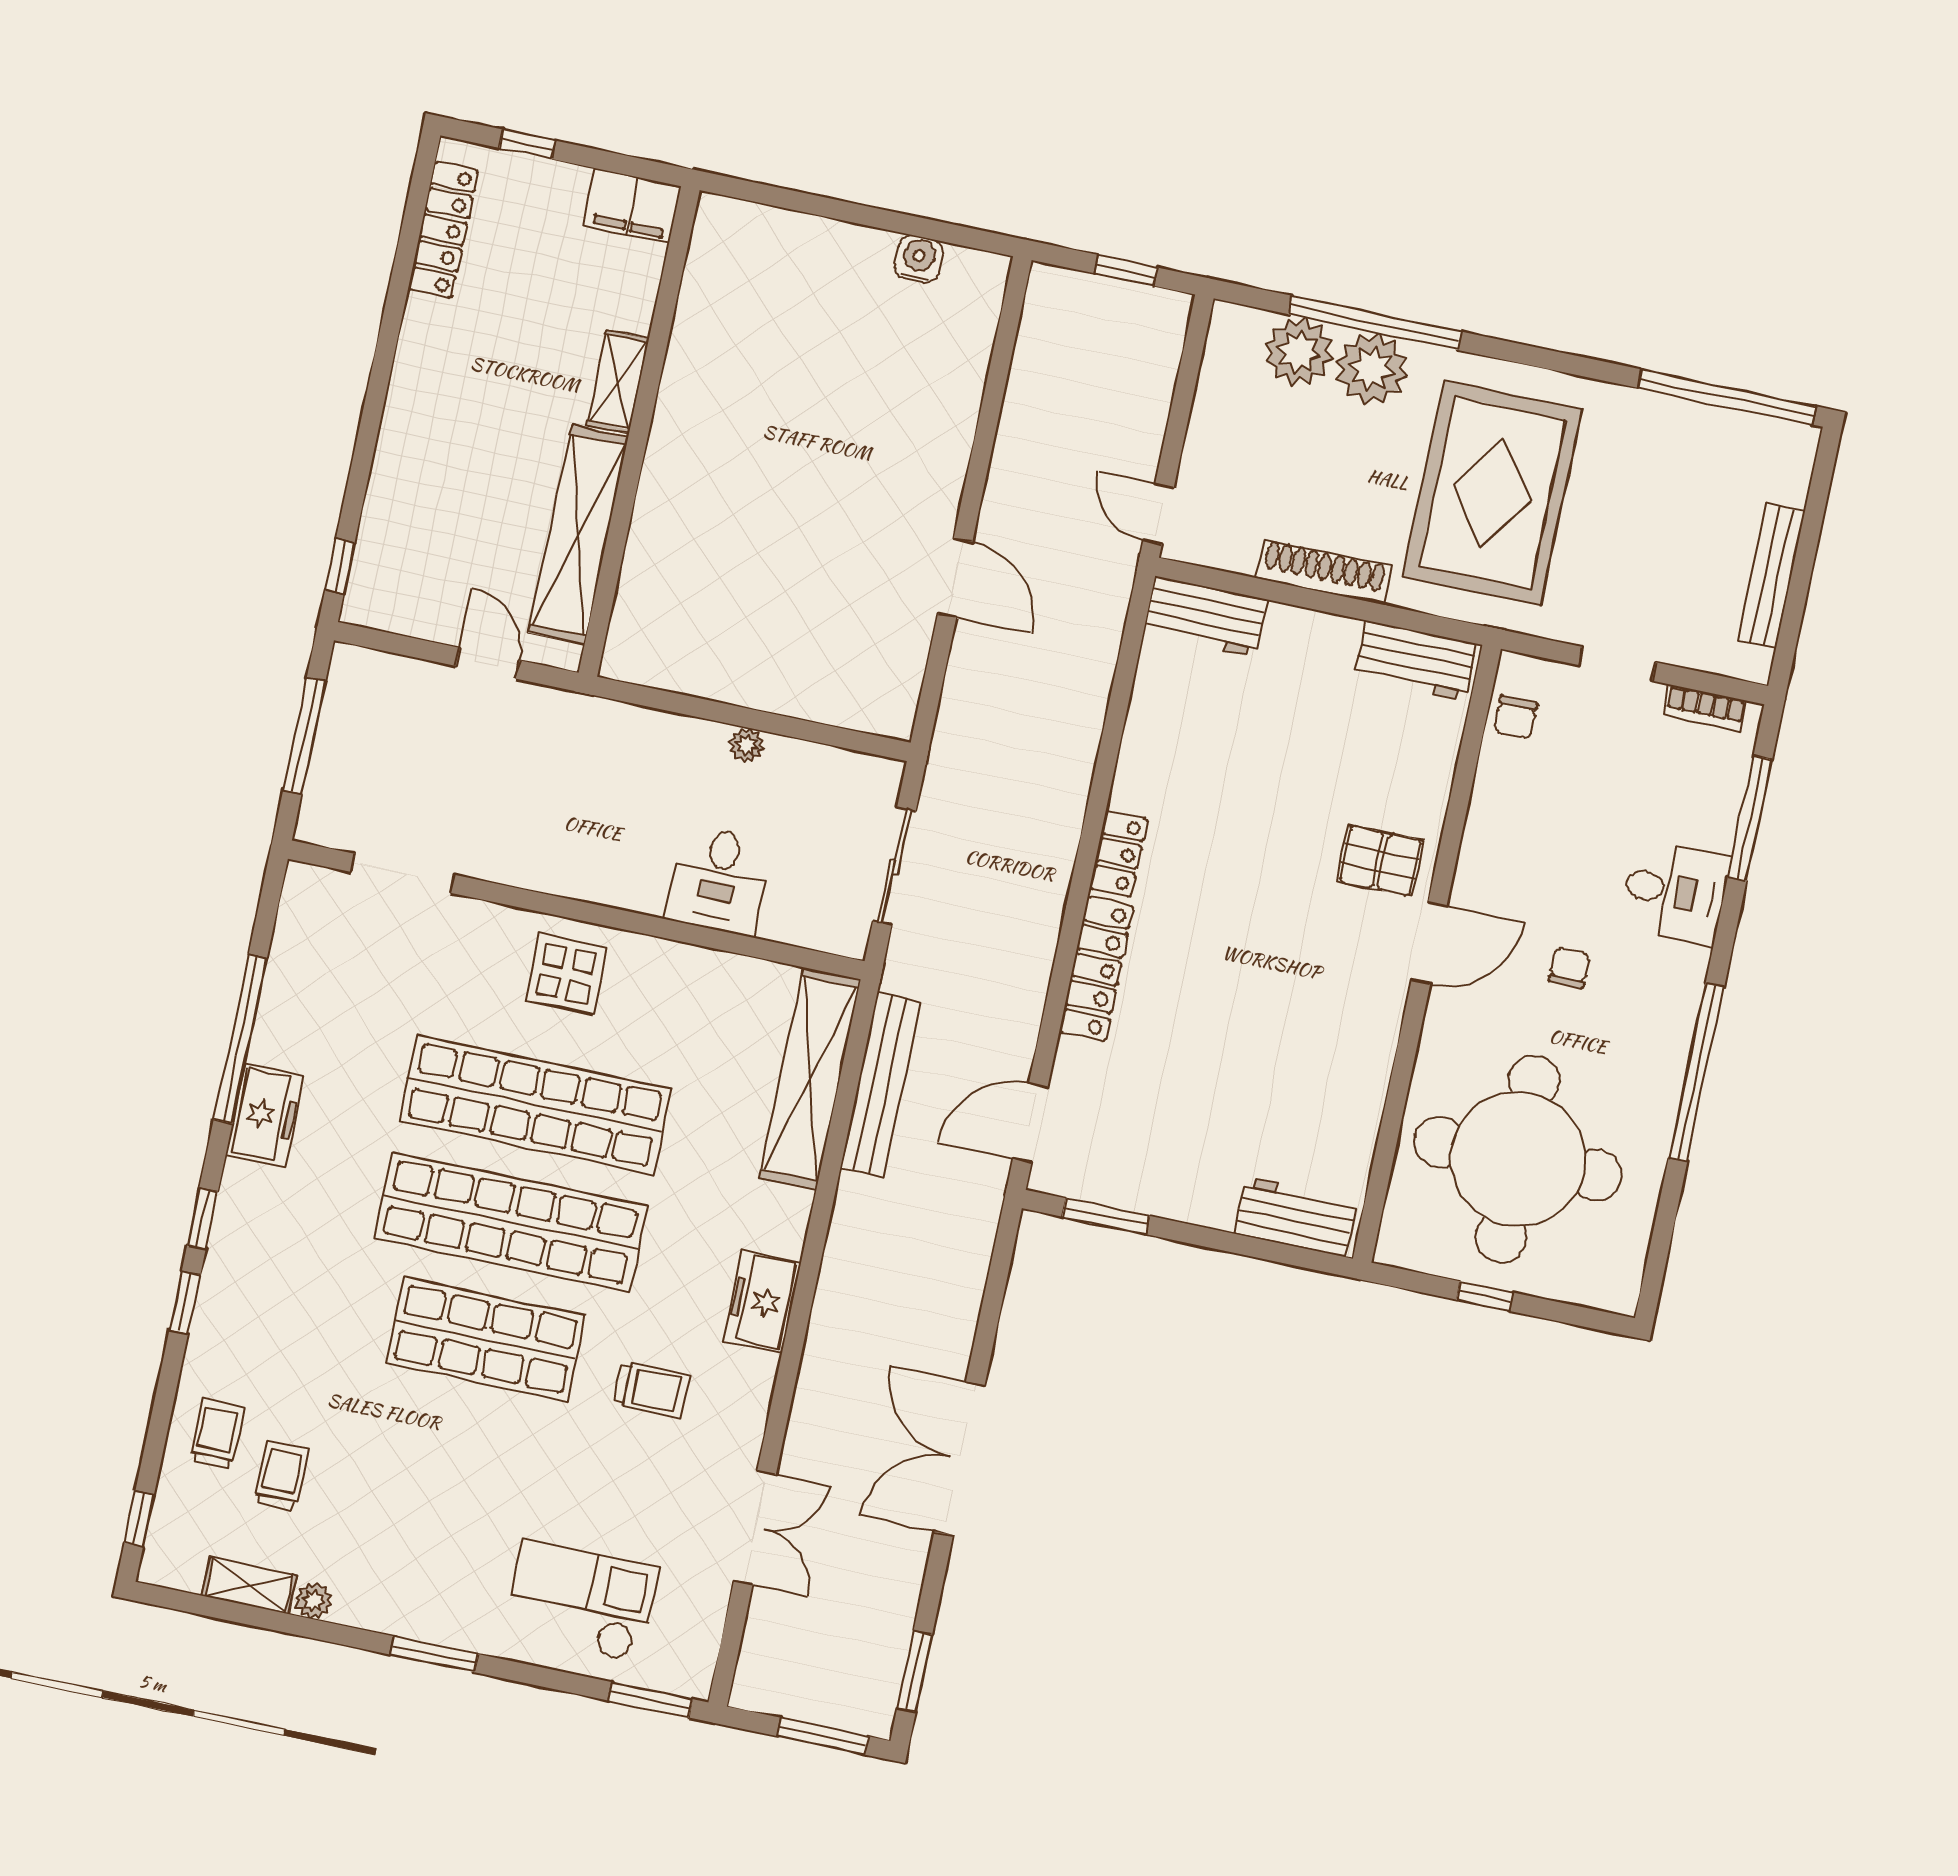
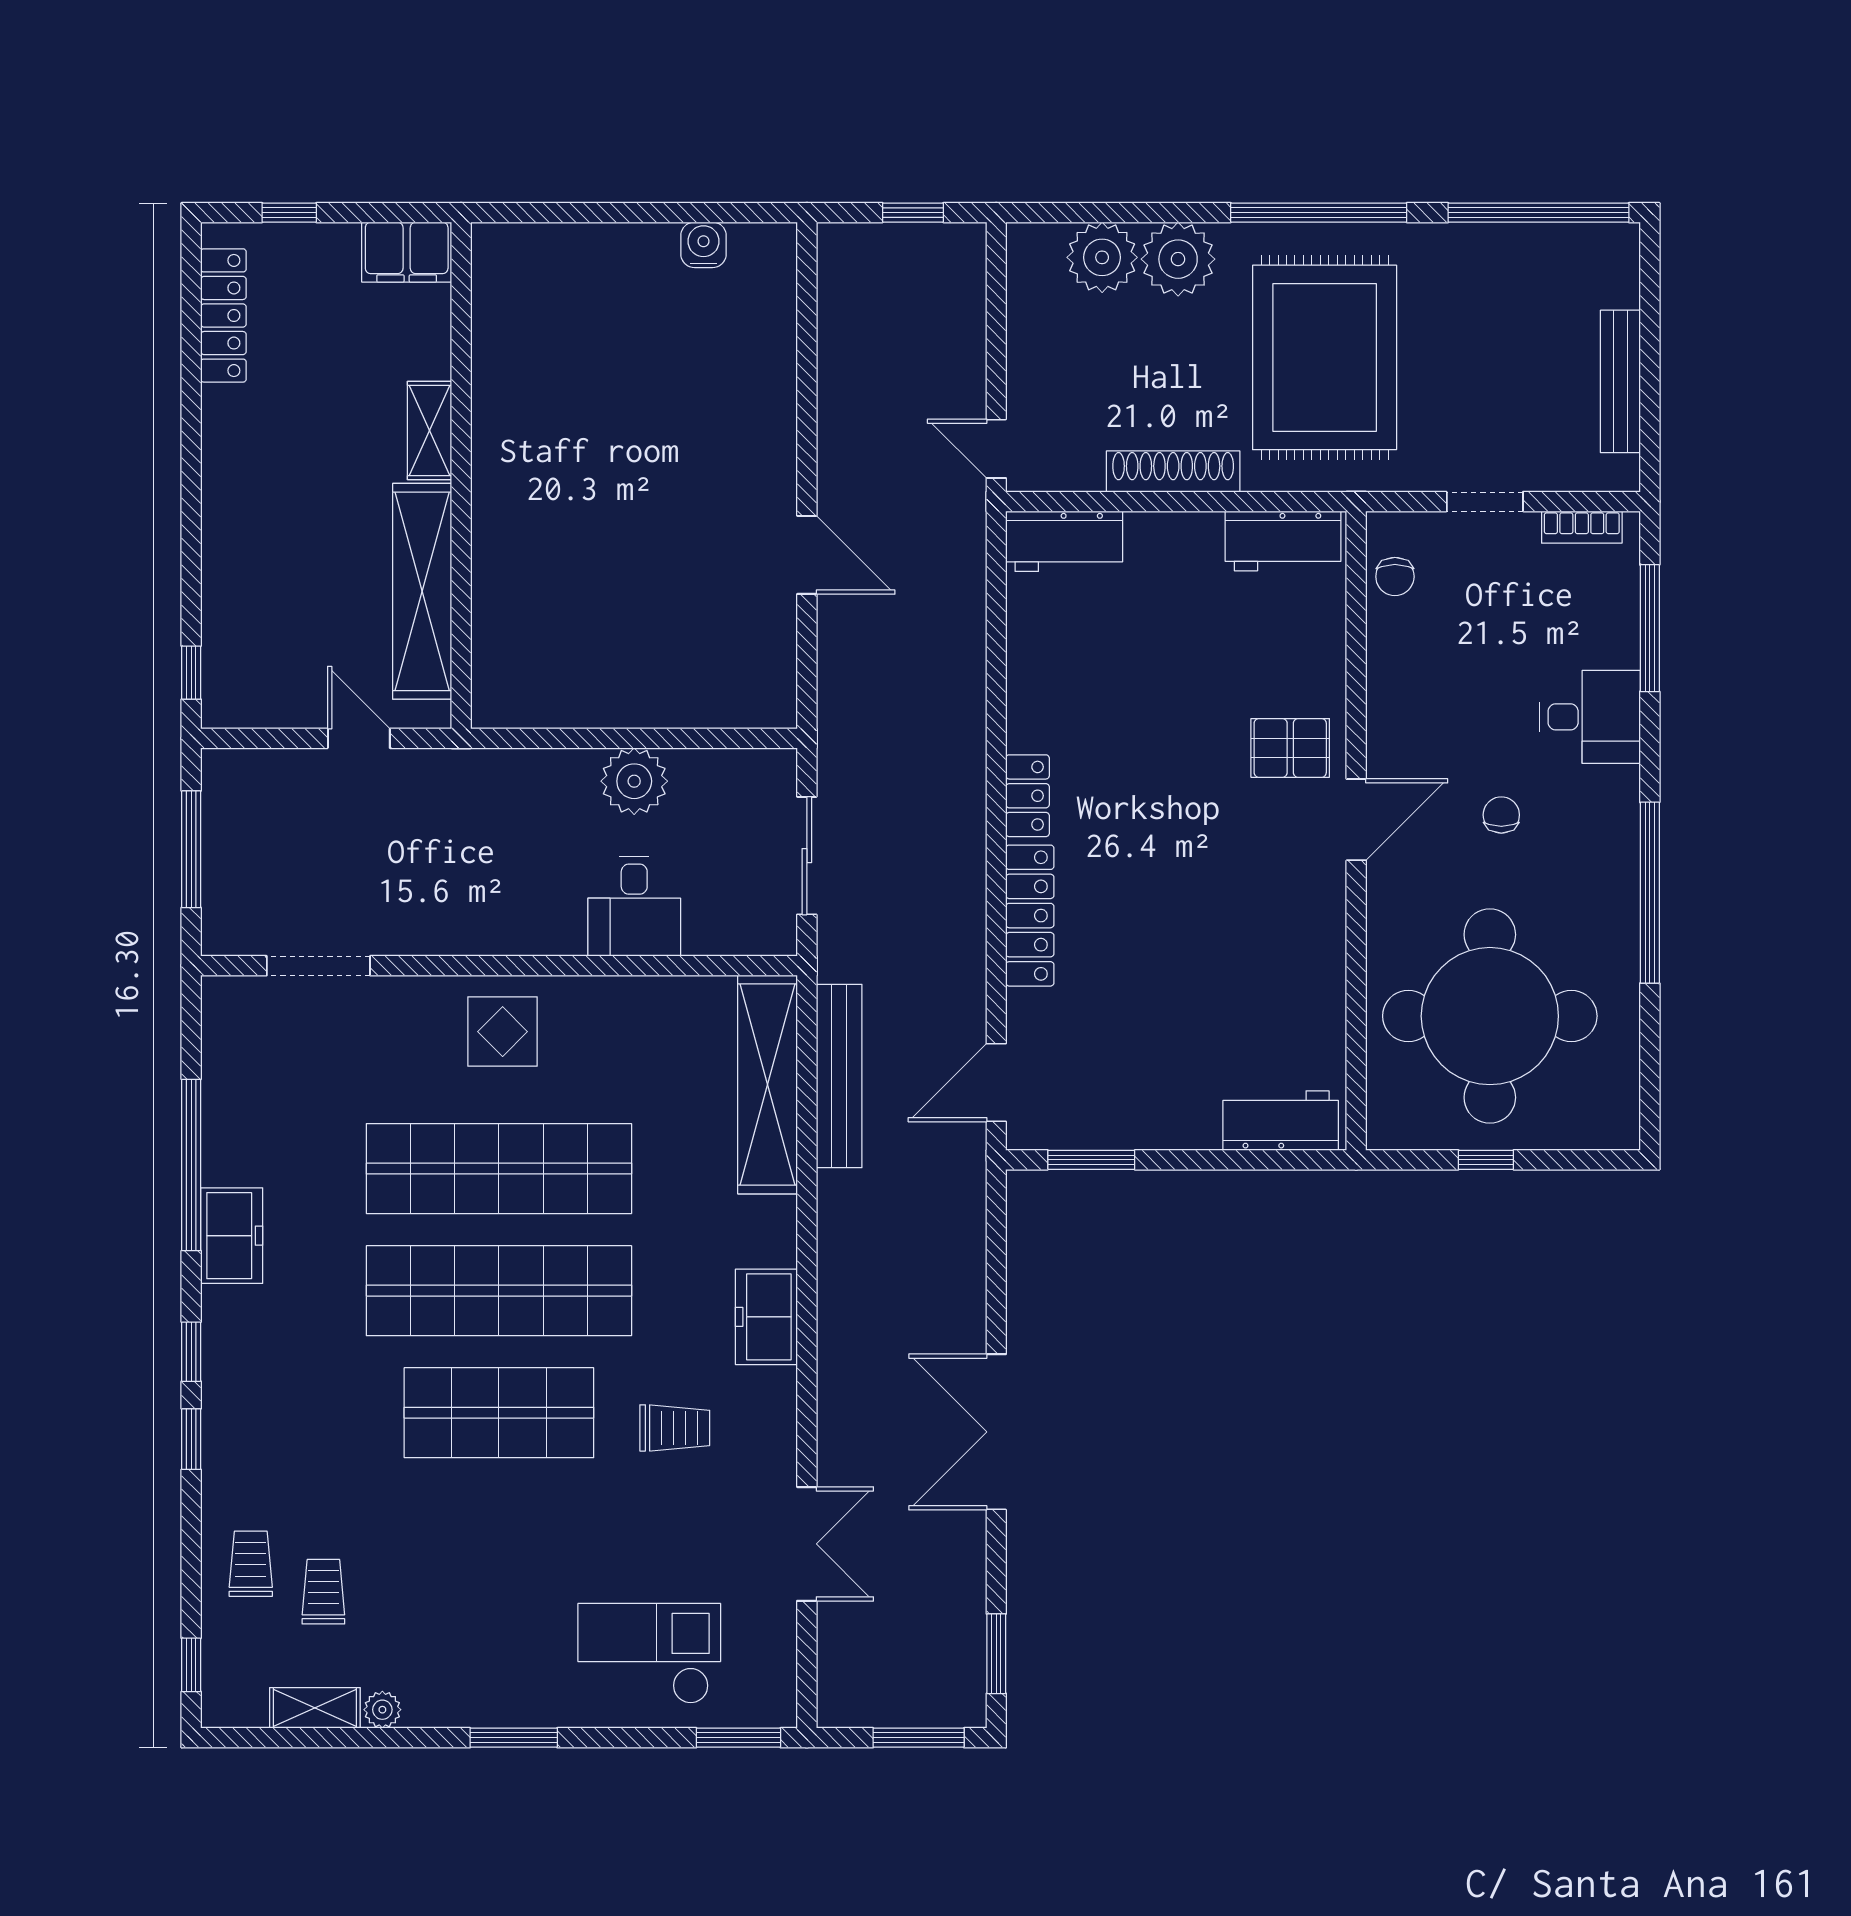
window: (1375, 323) -> (1319, 213), moved
plant: (747, 745) -> (634, 781), width x1.88, depth x1.88

